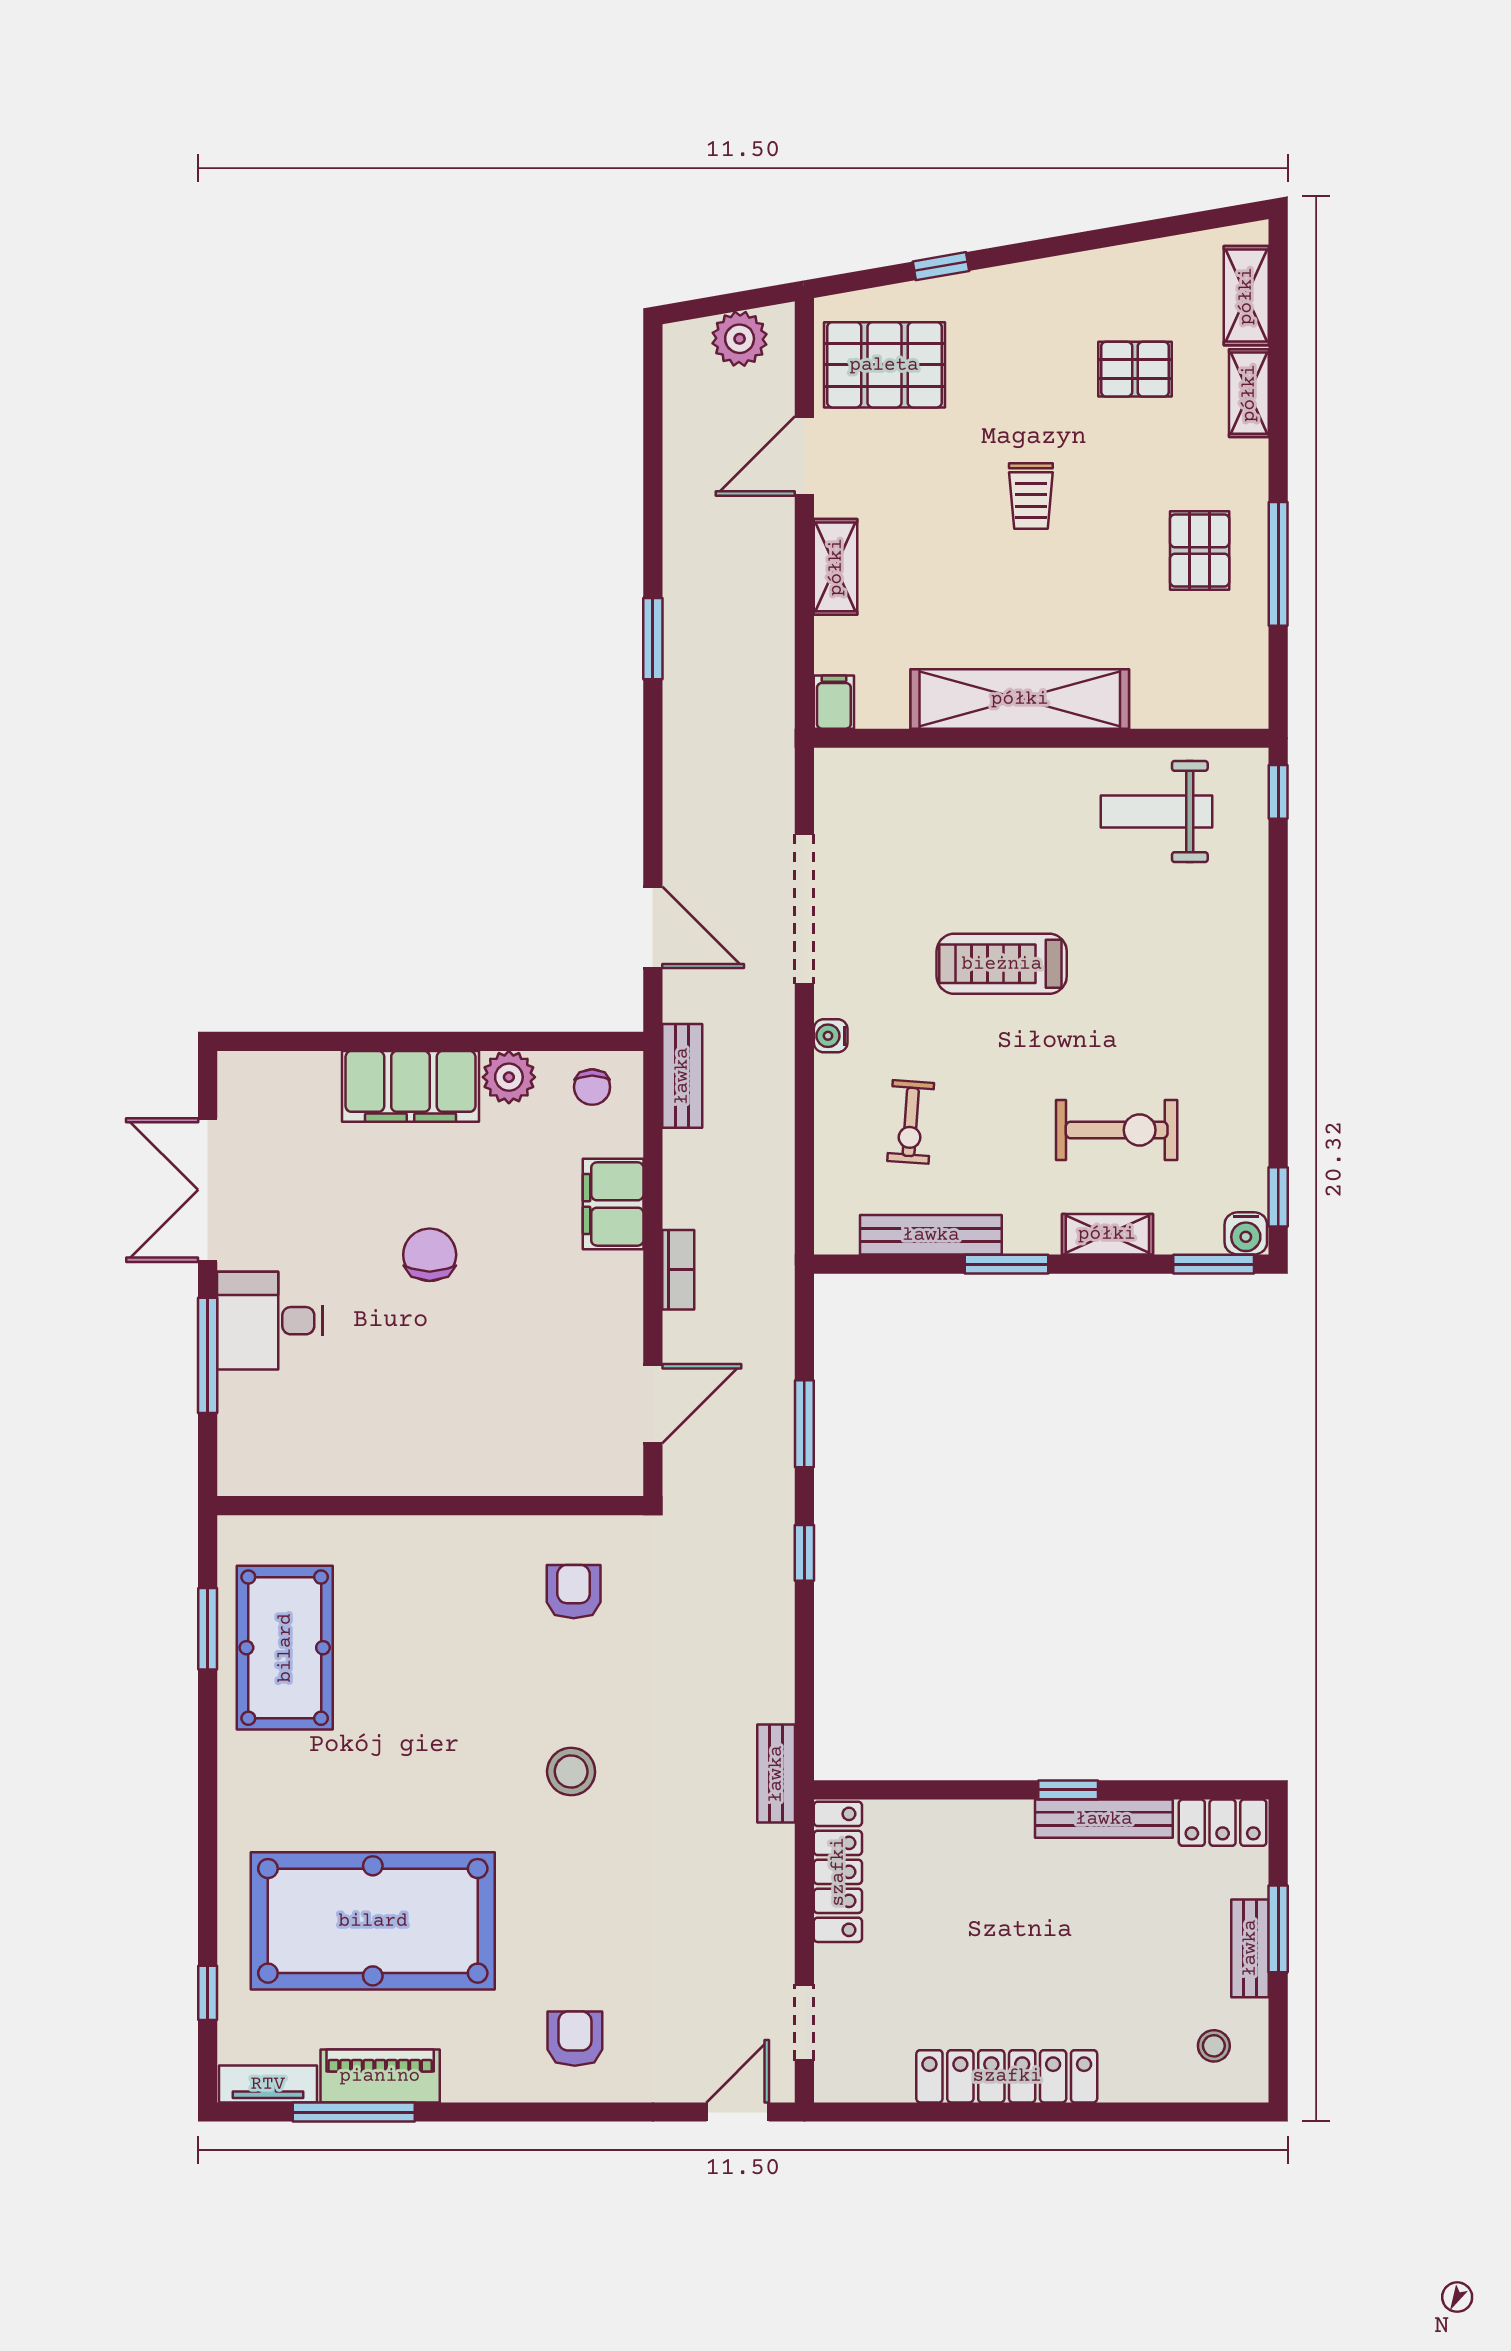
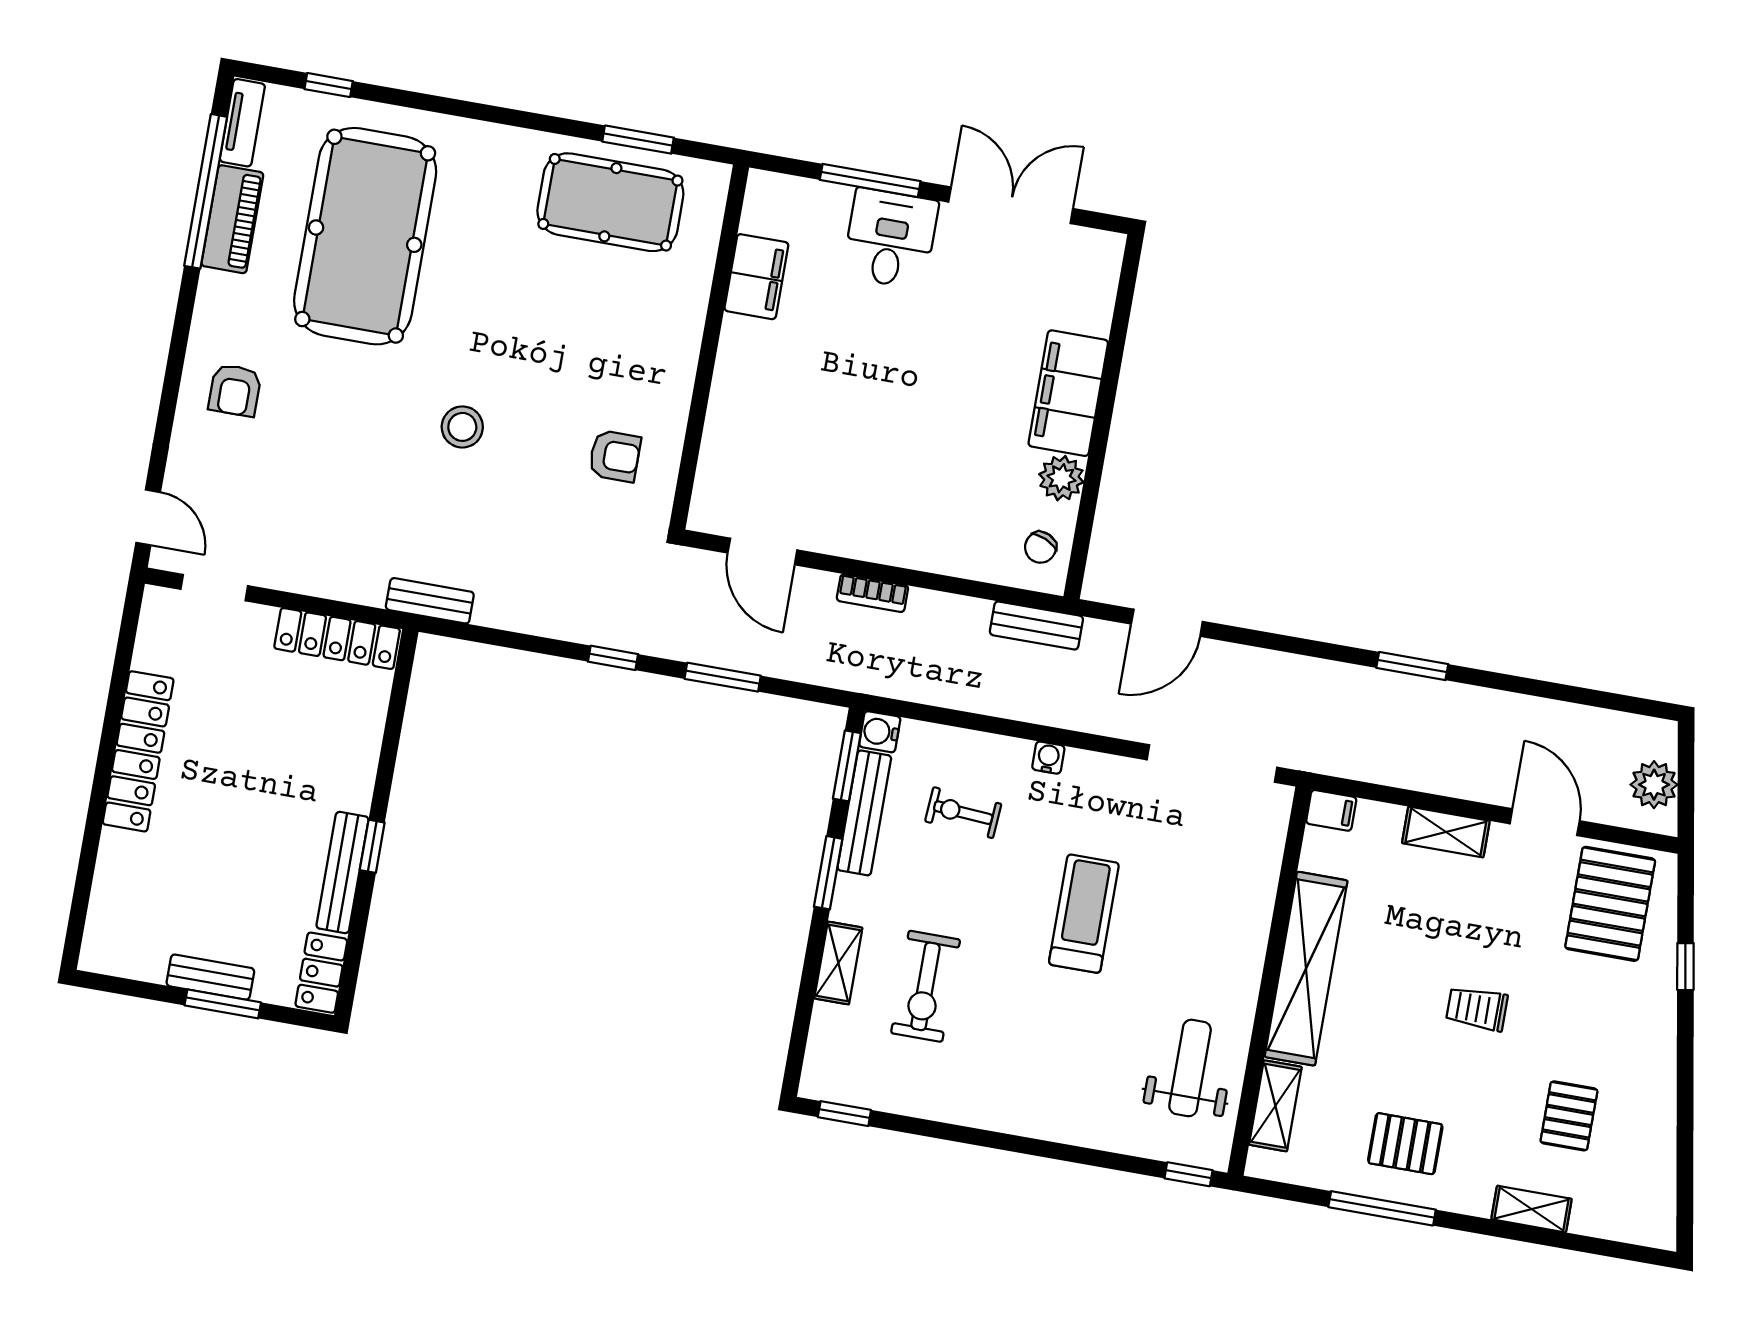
shelving: (1246, 296) -> (1275, 1106), moved, turned 90
doorway: (804, 909) -> (1212, 763), moved
chair: (592, 1087) -> (1040, 547), turned -66
filing cabinet: (613, 1204) -> (756, 277), moved, turned 90
water cooler: (1246, 1233) -> (880, 732), moved
chair: (430, 1255) -> (922, 384), removed
window: (1214, 1264) -> (847, 766), moved
armchair: (575, 2039) -> (235, 390), turned 90
stool: (1214, 2046) -> (133, 932), removed
window: (354, 2112) -> (206, 191), width x1.46

